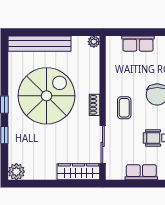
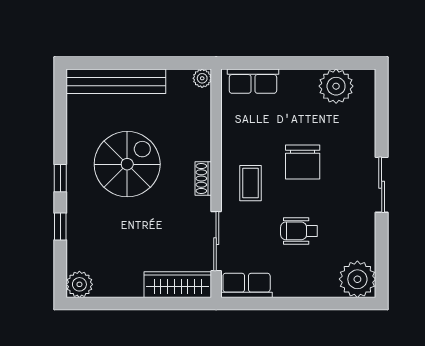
row of seats: (138, 44) -> (253, 81), moved
spiral stairs: (47, 96) -> (127, 164), width x0.73, depth x0.73
row of seats: (141, 172) -> (247, 285), moved

